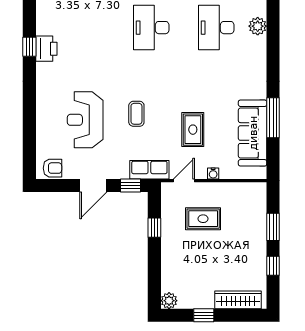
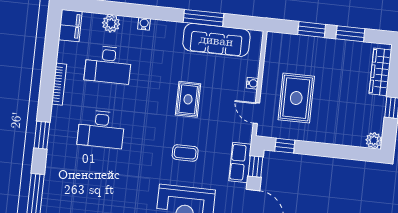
water cooler: (261, 59) -> (144, 24), added
rug: (193, 130) -> (188, 99), moved, turned 90
row of seats: (149, 170) -> (240, 163), moved
rug: (203, 219) -> (296, 98), width x1.36, depth x1.43
window: (154, 228) -> (285, 146), moved
window: (273, 266) -> (350, 34), width x1.50

